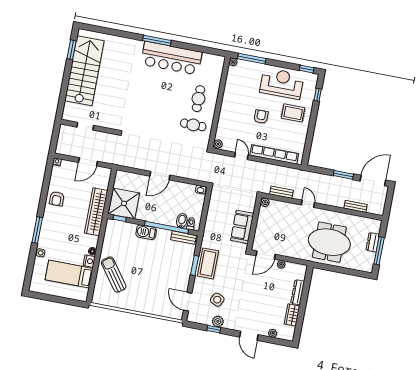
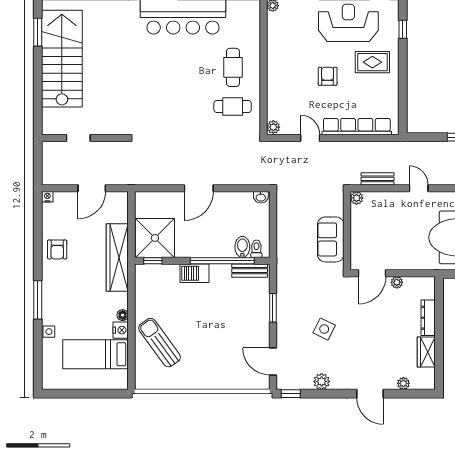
coffee table: (208, 263) -> (292, 301), removed
side table: (217, 300) -> (324, 329), moved
window: (214, 329) -> (291, 394), moved

